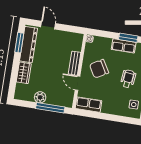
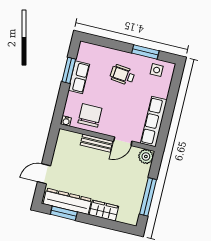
chair: (99, 69) -> (90, 115), moved, turned -150
plant: (40, 97) -> (146, 157), moved
row of seats: (88, 105) -> (154, 122), width x1.48
window: (50, 108) -> (148, 197), moved

